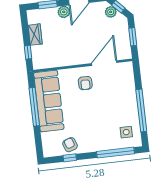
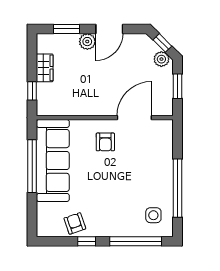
plant: (111, 12) -> (161, 59), moved
window: (70, 158) -> (87, 241), moved

